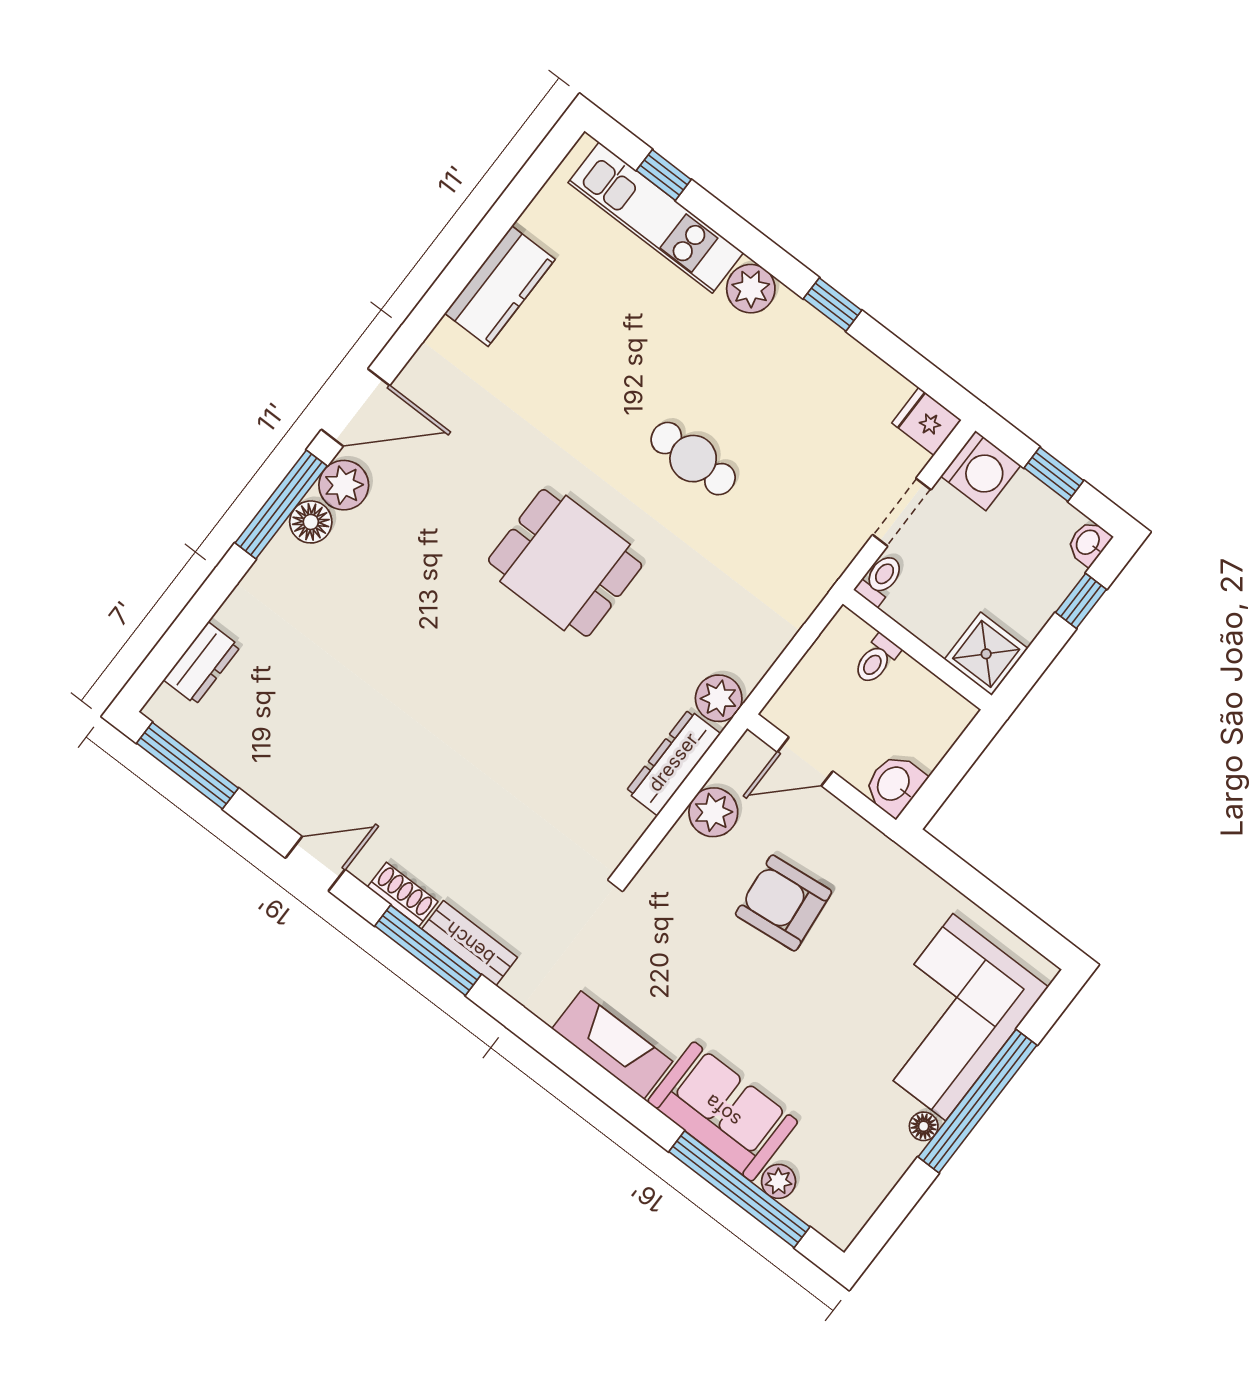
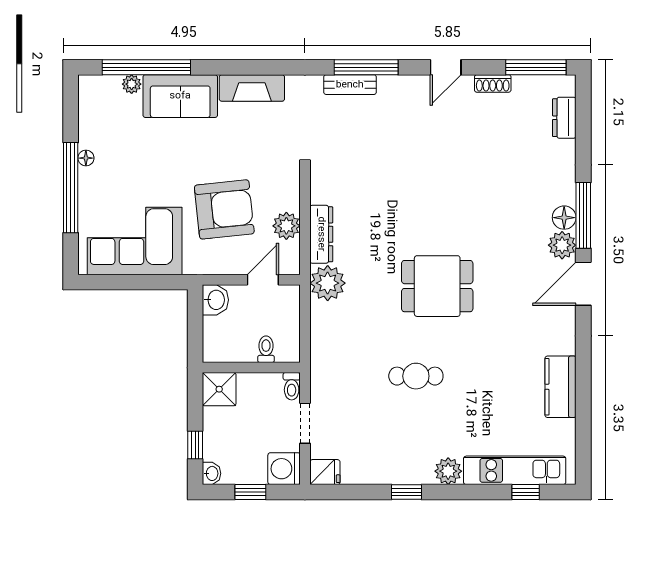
plant: (719, 698) -> (328, 283), width x1.36, depth x1.36
shoe rack: (403, 894) -> (493, 83), moved
armchair: (784, 903) -> (224, 209), width x1.36, depth x1.36
corner sofa: (949, 1017) -> (135, 241), moved, turned -90

